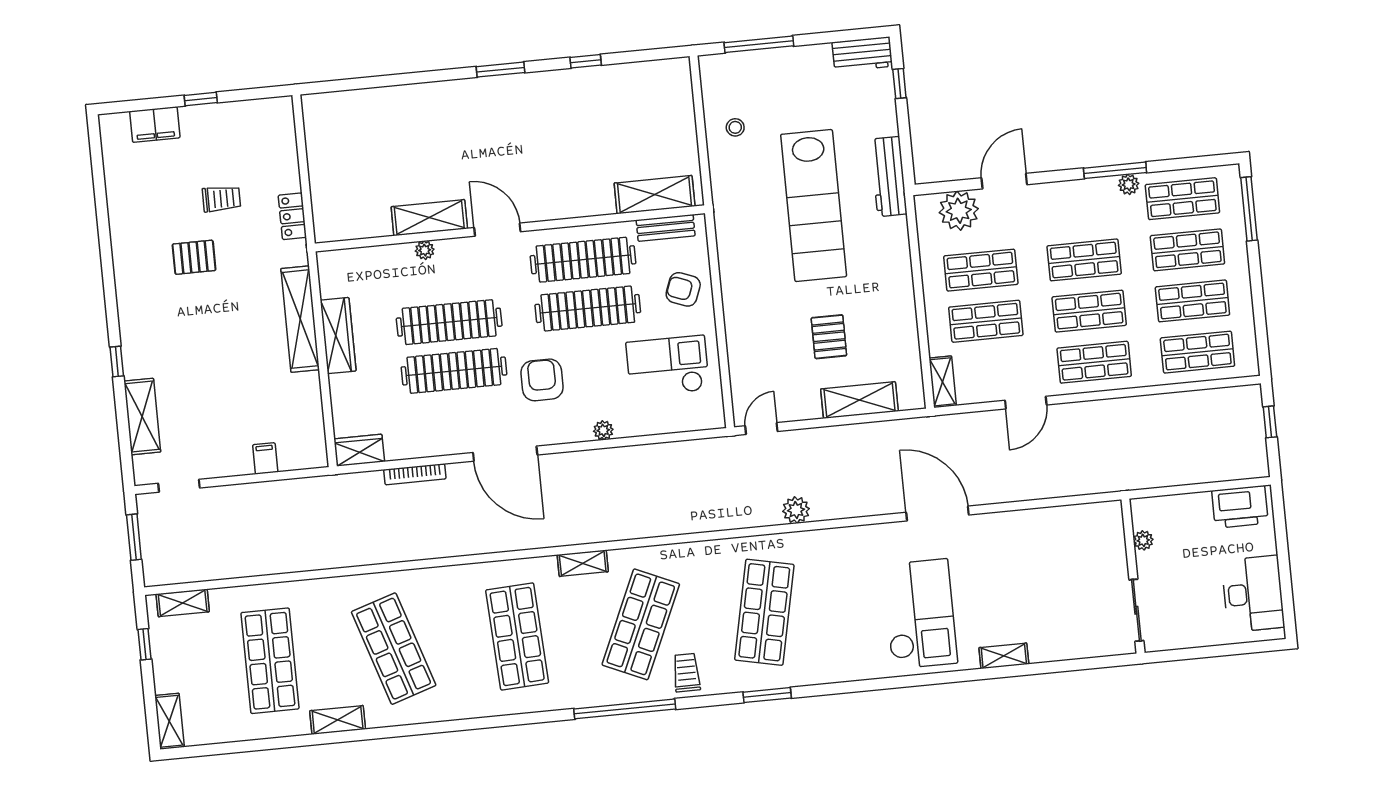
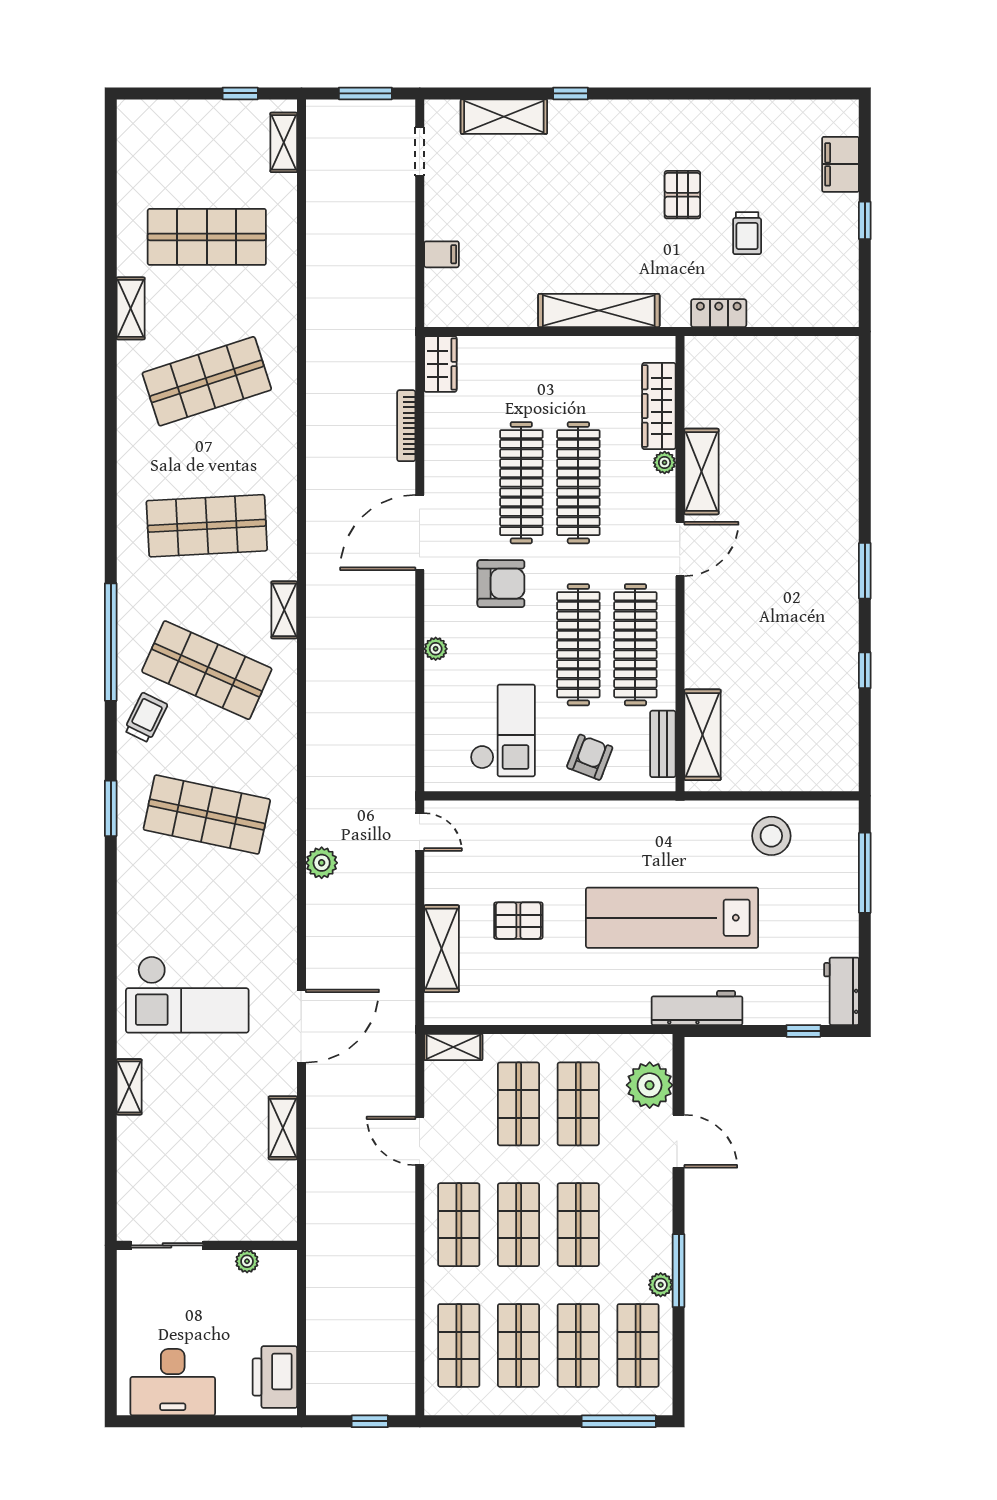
stool: (735, 127) -> (771, 836), width x1.89, depth x1.89
wardrobe: (338, 336) -> (659, 406), moved, turned 90
trolley: (686, 673) -> (146, 718), turned -64
shelving: (169, 721) -> (283, 1128), moved, turned 90

